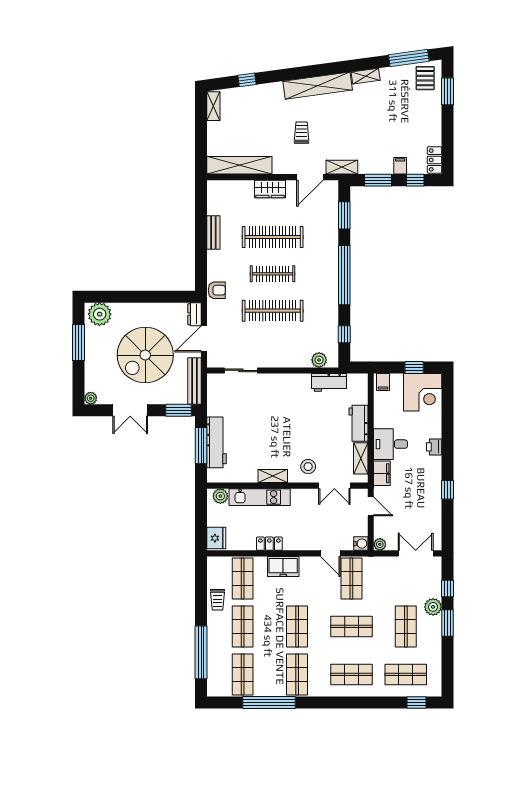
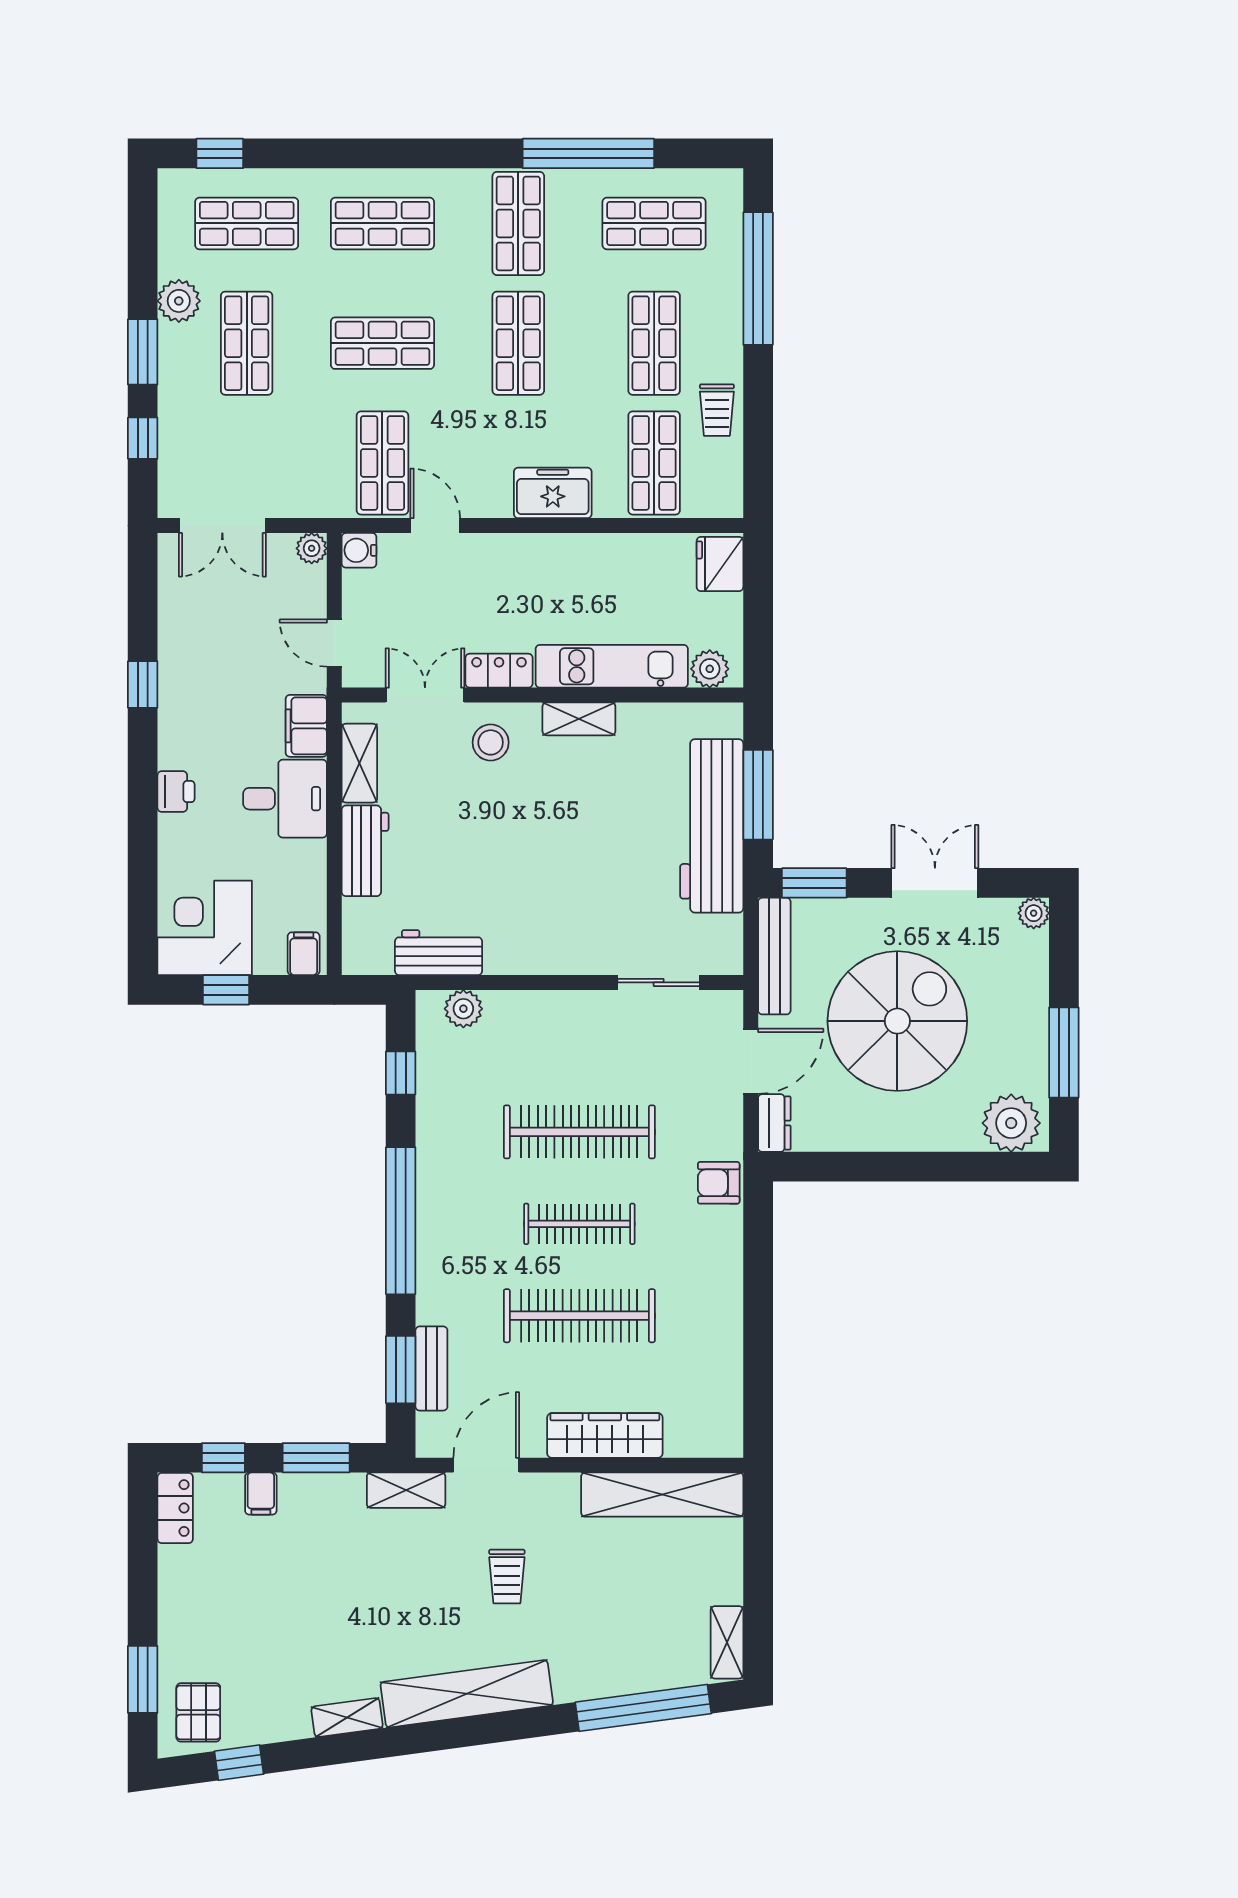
window: (409, 58) -> (239, 1763), width x0.46
window: (247, 80) -> (643, 1708), width x3.17
wardrobe: (270, 189) -> (605, 1435), width x1.50
bench: (213, 232) -> (431, 1368), moved
workbench: (216, 442) -> (712, 826), width x1.36, depth x1.32
locker: (269, 544) -> (499, 671), moved, turned 180
trolley: (218, 600) -> (717, 410), turned 180
plant: (433, 607) -> (179, 301), moved
shop shelf: (243, 674) -> (654, 223), turned 90

